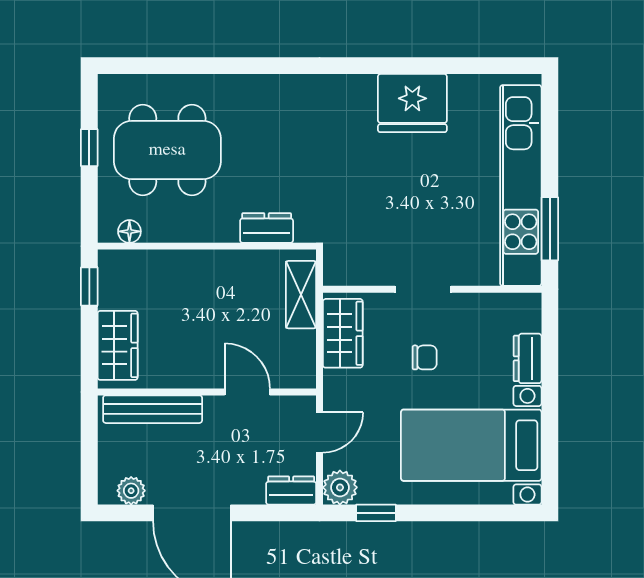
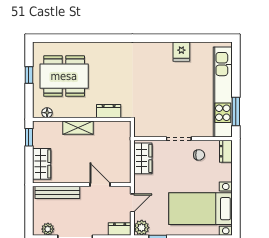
fridge: (412, 103) -> (181, 52), width x0.53, depth x0.75
shelving: (301, 295) -> (78, 128), moved, turned 90
chair: (425, 357) -> (199, 155), moved
dresser: (528, 358) -> (226, 151), moved

